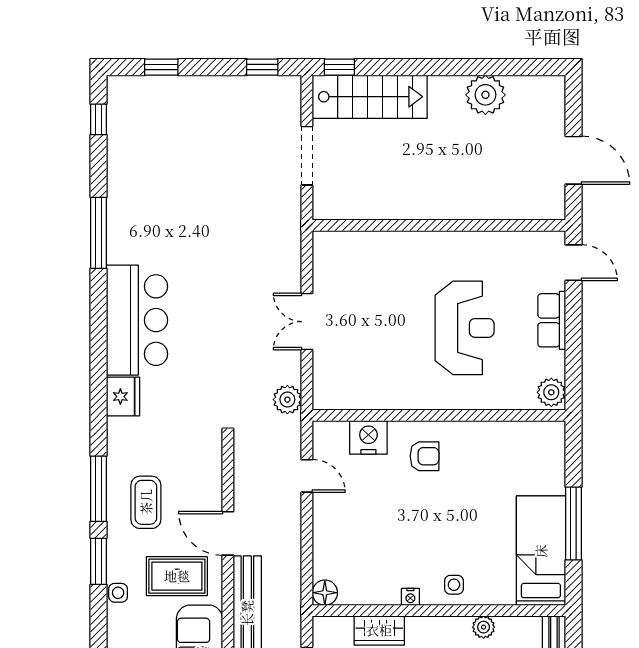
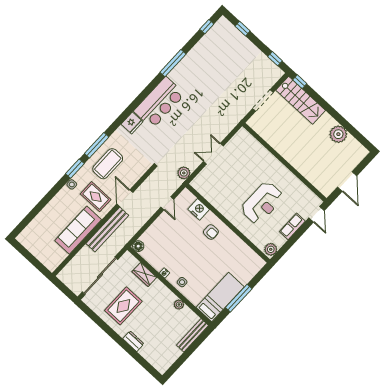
coffee table: (146, 502) -> (108, 164), width x1.36, depth x1.32

